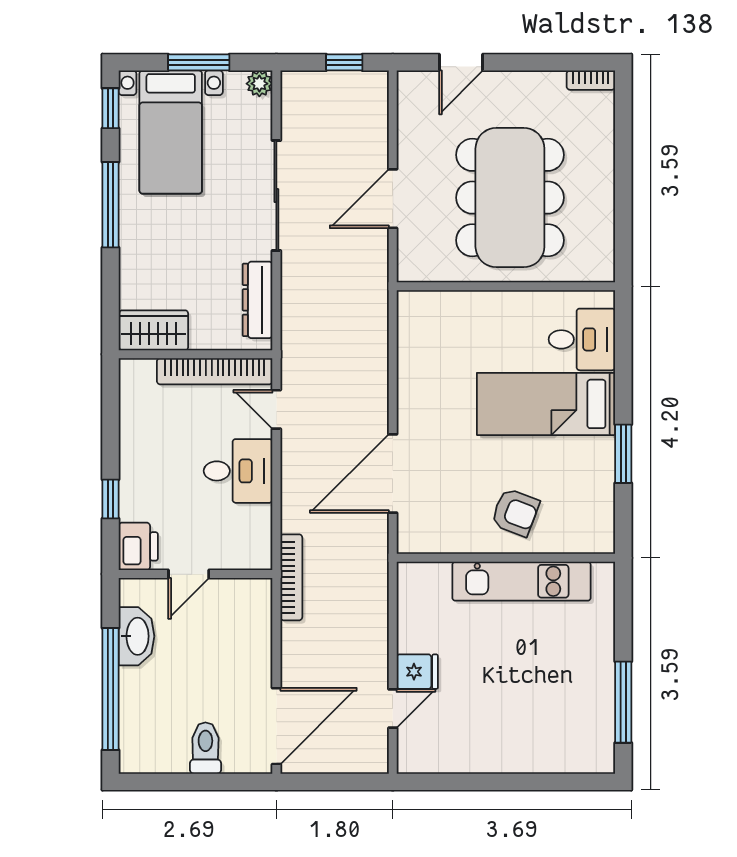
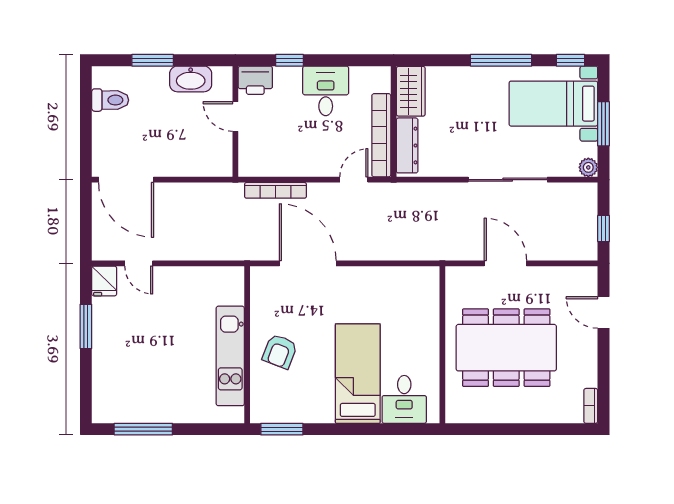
dresser: (258, 300) -> (407, 145), moved, turned 90
window: (623, 454) -> (282, 429), moved
desk: (238, 471) -> (326, 91), moved, turned 180
bookcase: (291, 577) -> (275, 190), moved
fridge: (417, 672) -> (104, 281), moved
window: (111, 689) -> (153, 60), width x0.47
toilet: (205, 748) -> (110, 100), moved
window: (480, 782) -> (86, 326), added

